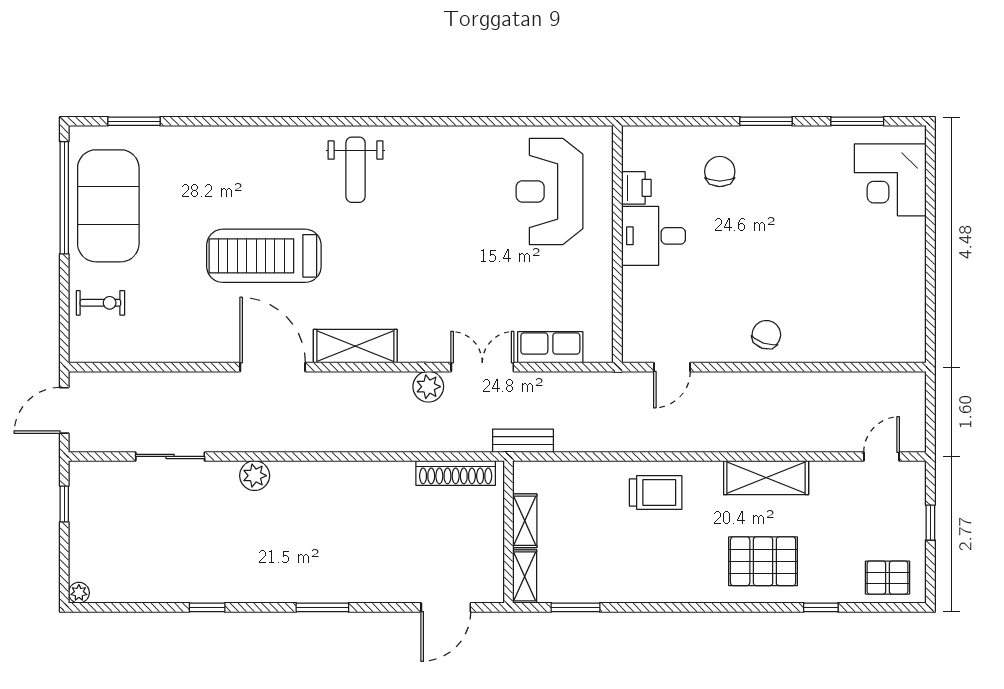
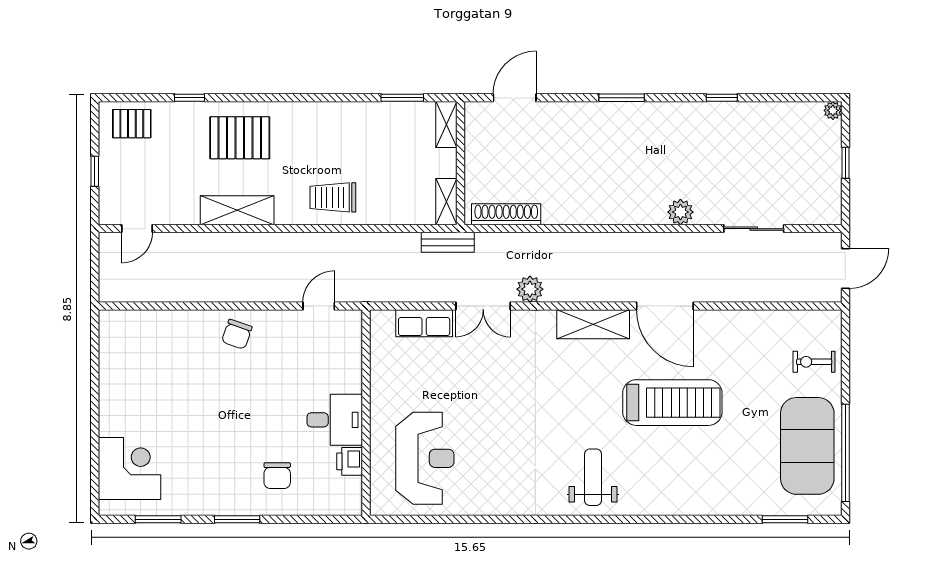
window: (64, 504) -> (845, 163), moved
shelving: (525, 521) -> (446, 202), moved

